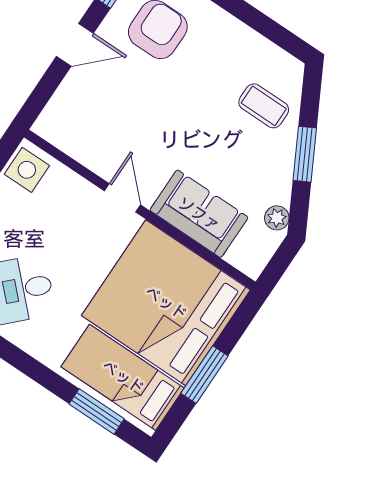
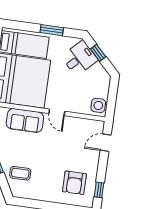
door: (75, 45) -> (106, 143), moved
window: (97, 411) -> (52, 30), moved

